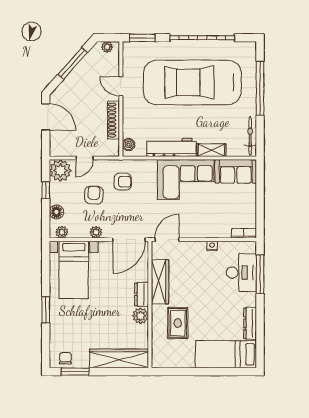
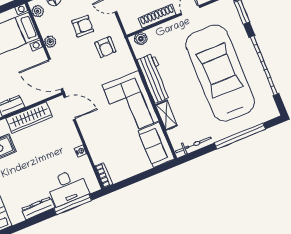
dresser: (250, 323) -> (38, 208), moved

